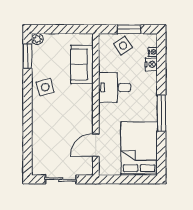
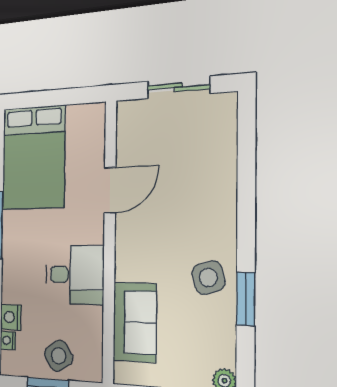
window: (28, 56) -> (246, 299), moved
door: (96, 145) -> (110, 190), moved

